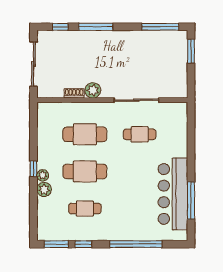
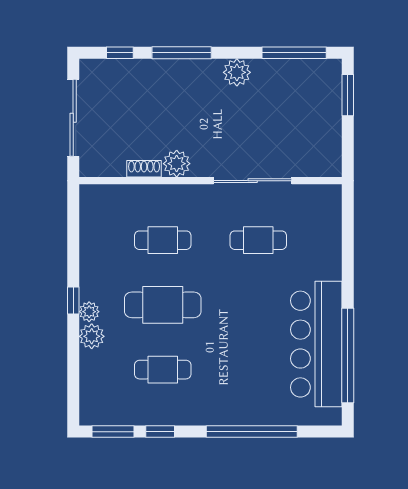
plant: (127, 38) -> (237, 72), added
cafe table: (85, 134) -> (163, 240), width x0.73, depth x0.74
window: (191, 200) -> (348, 355), width x1.46

